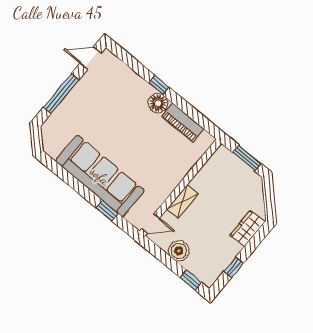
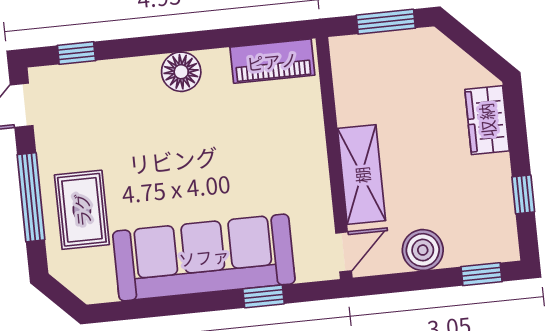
window: (159, 85) -> (76, 53), moved
rug: (74, 116) -> (82, 210), added
piano: (183, 123) -> (272, 61), moved
shelving: (183, 201) -> (362, 175), width x1.50, depth x1.33

